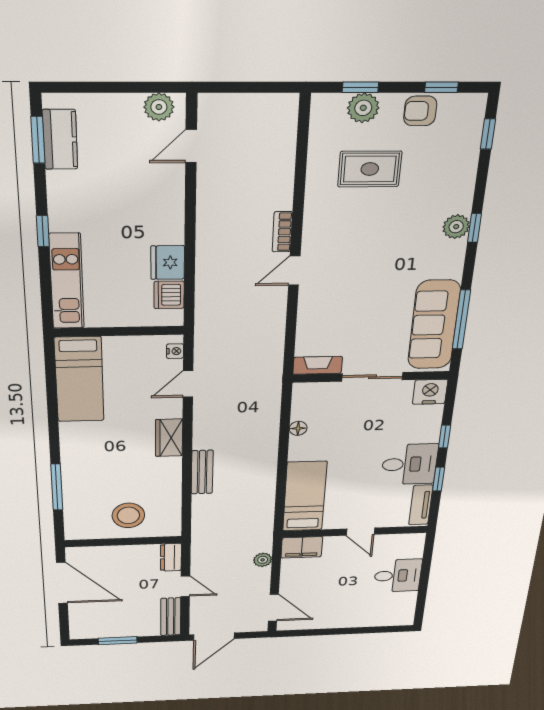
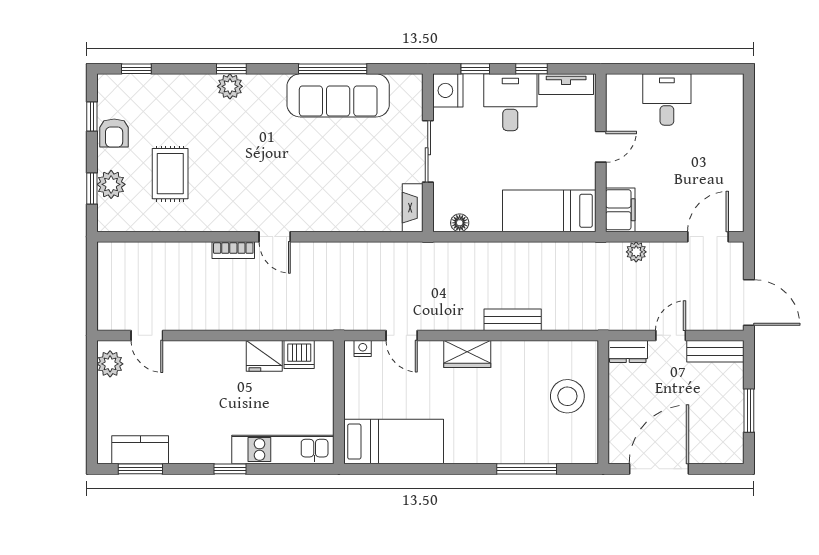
fireplace: (318, 365) -> (413, 208), moved
wall: (371, 377) -> (428, 153), moved
sliding door: (372, 377) -> (428, 151), moved
nightstand: (430, 392) -> (448, 90), moved

